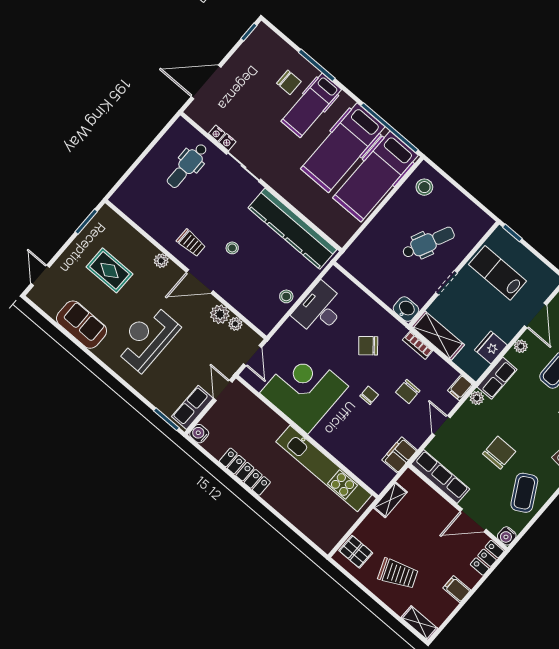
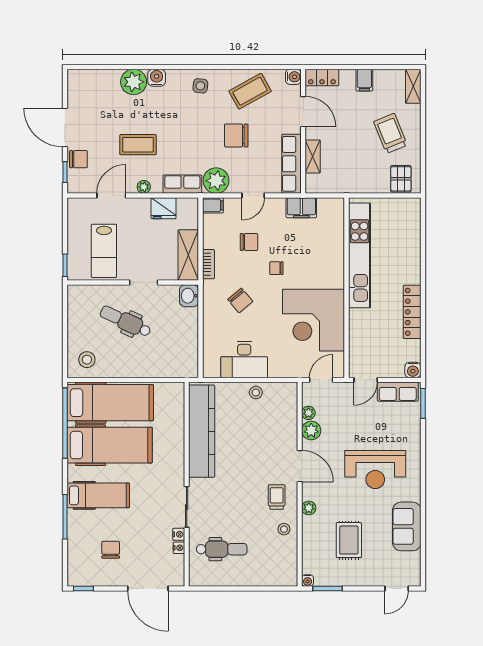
chair: (289, 82) -> (111, 550), moved
water cooler: (106, 211) -> (308, 581), added
stool: (232, 248) -> (284, 529), moved
plant: (477, 398) -> (216, 181), width x1.87, depth x1.87
shelving: (390, 500) -> (313, 156), moved, turned 90

